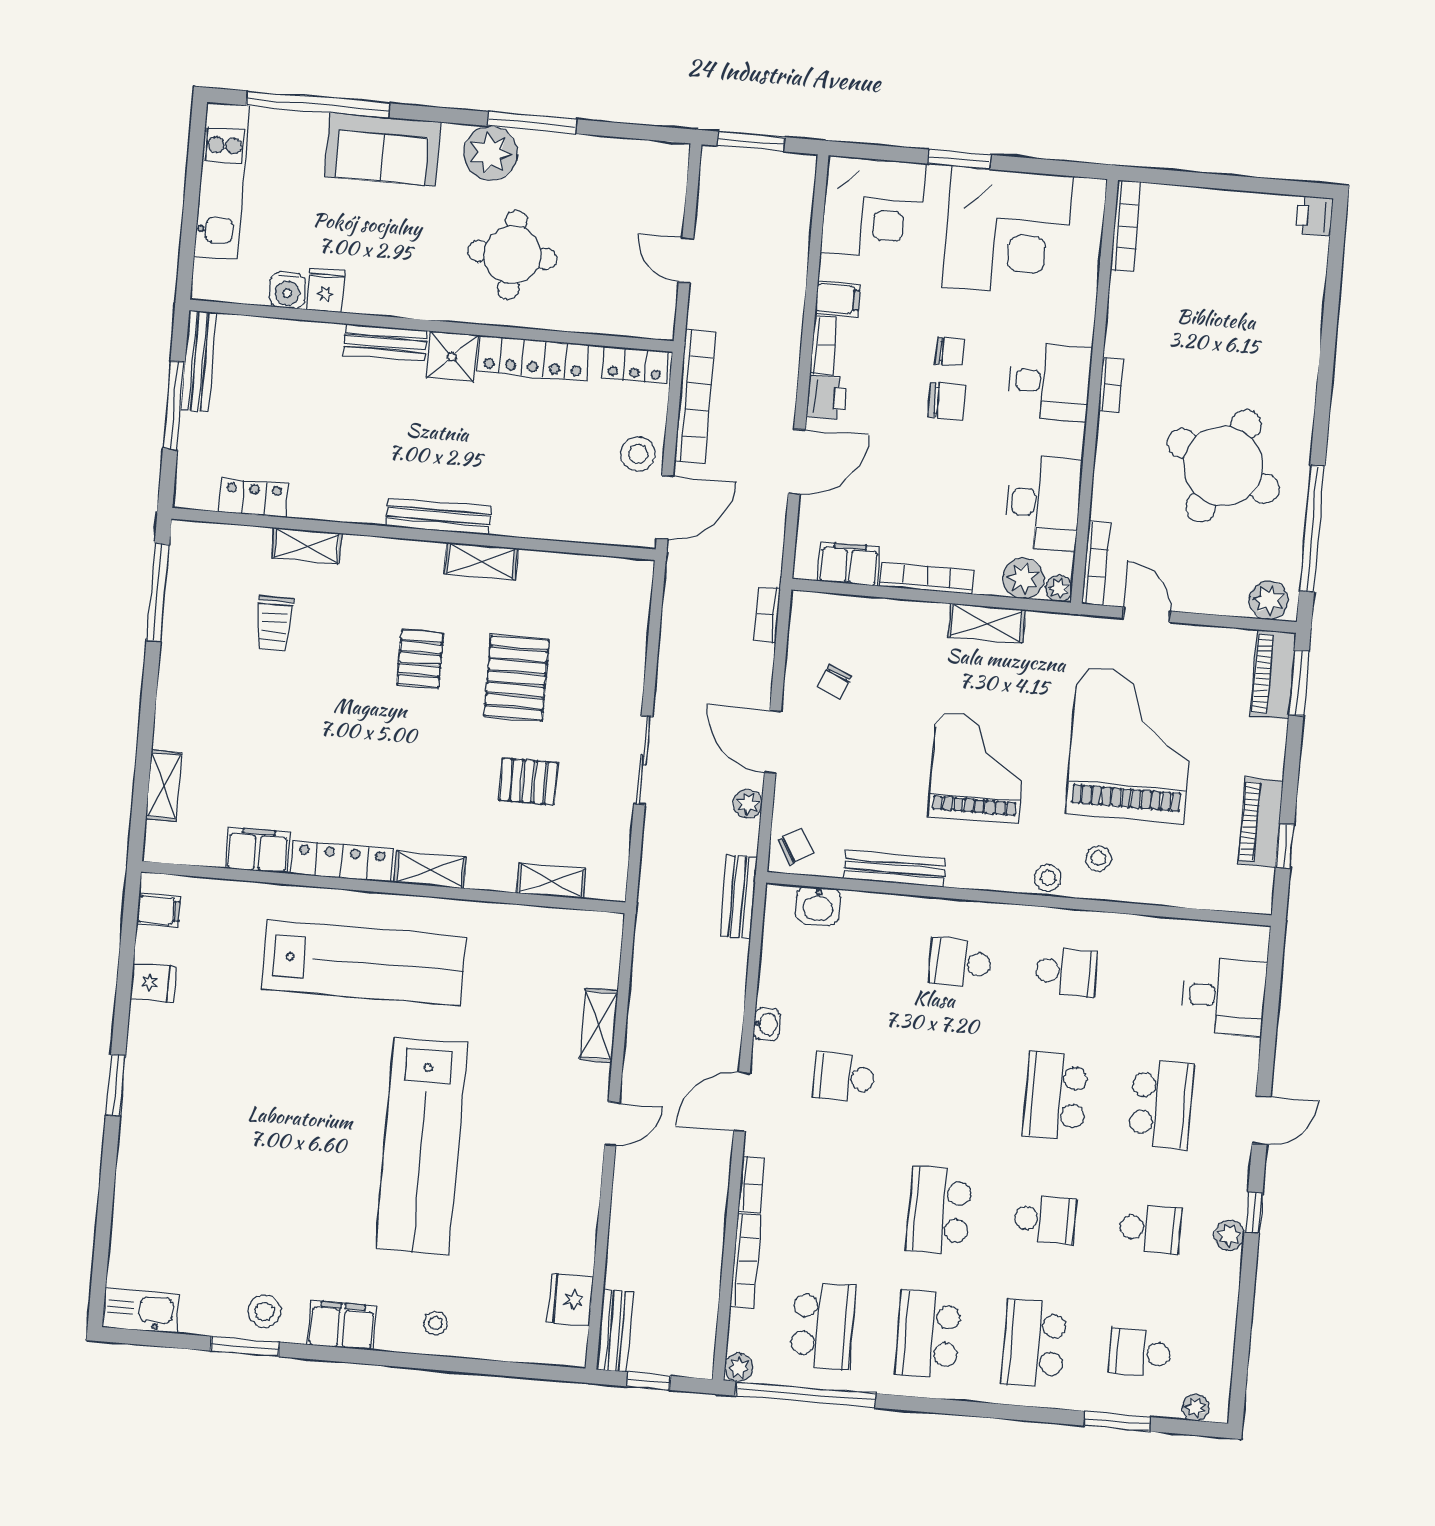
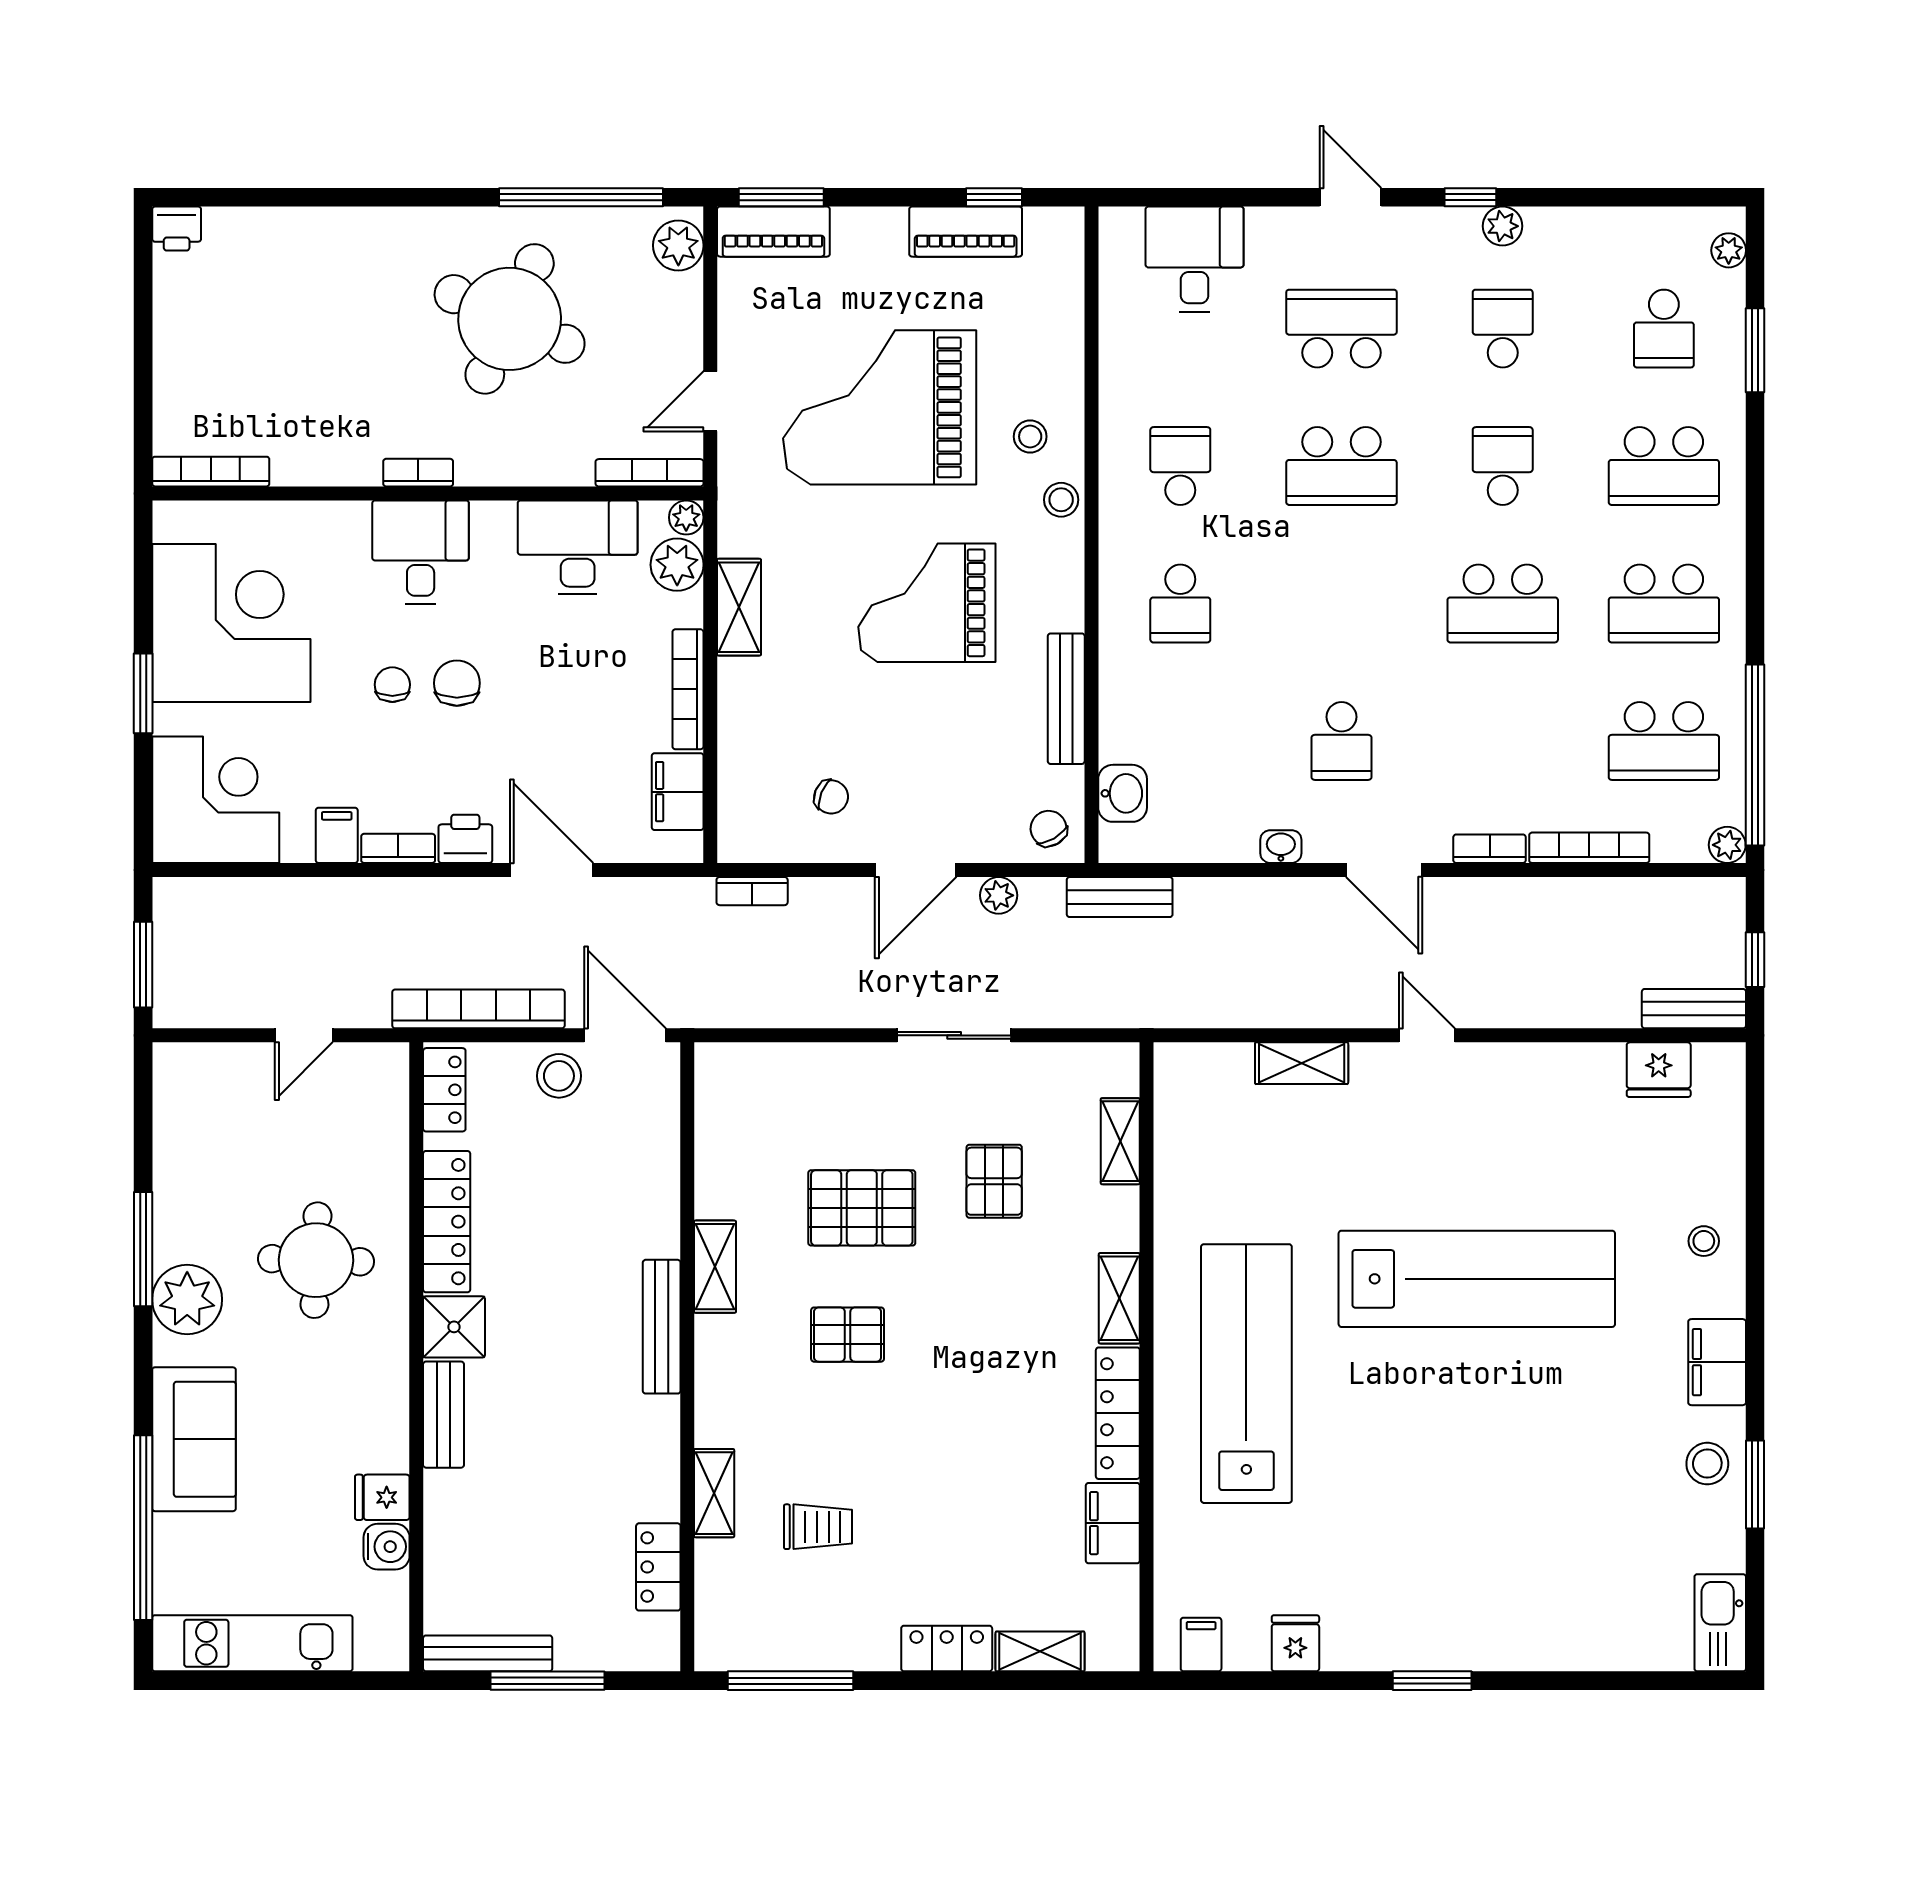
locker: (172, 714) -> (947, 1649), added
school desk: (823, 1325) -> (1664, 741), turned 180

